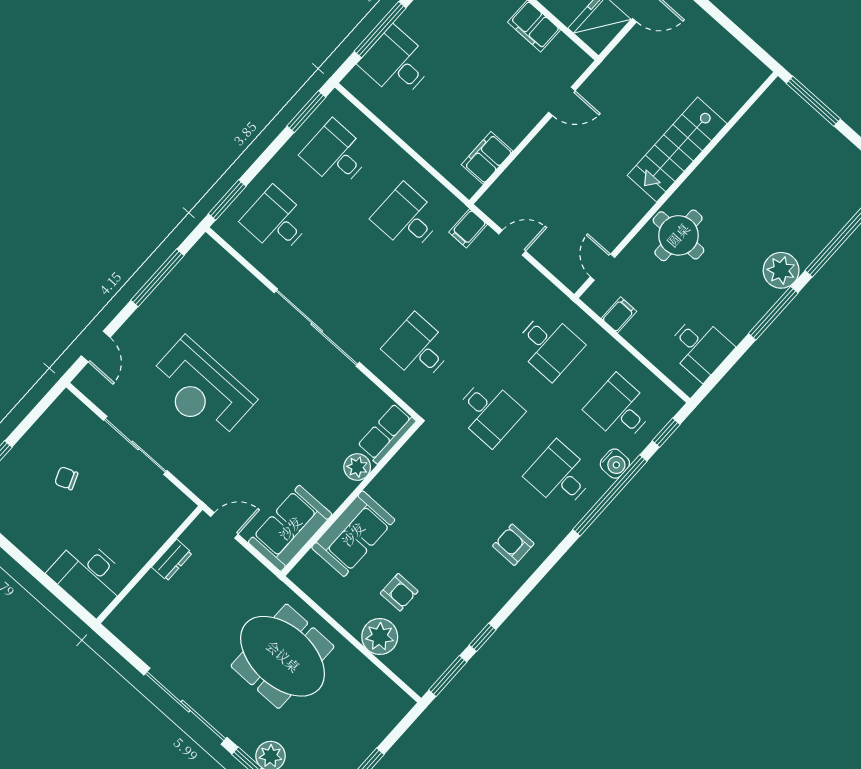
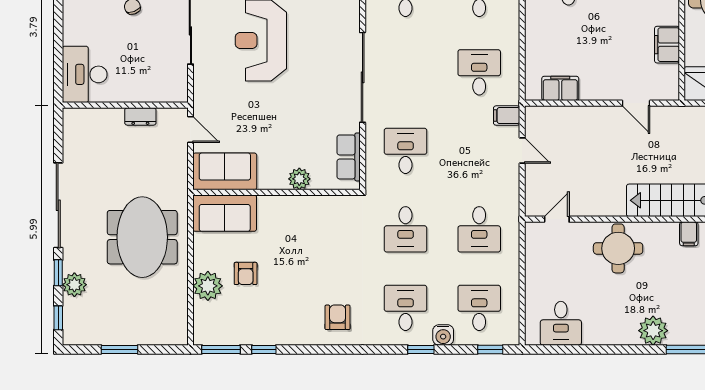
window: (773, 313) -> (622, 349), removed
filing cabinet: (619, 315) -> (689, 234), moved, turned 90
row of seats: (386, 433) -> (349, 157), moved, turned -90
window: (610, 495) -> (421, 349), width x0.32
sofa: (353, 534) -> (225, 213), moved

